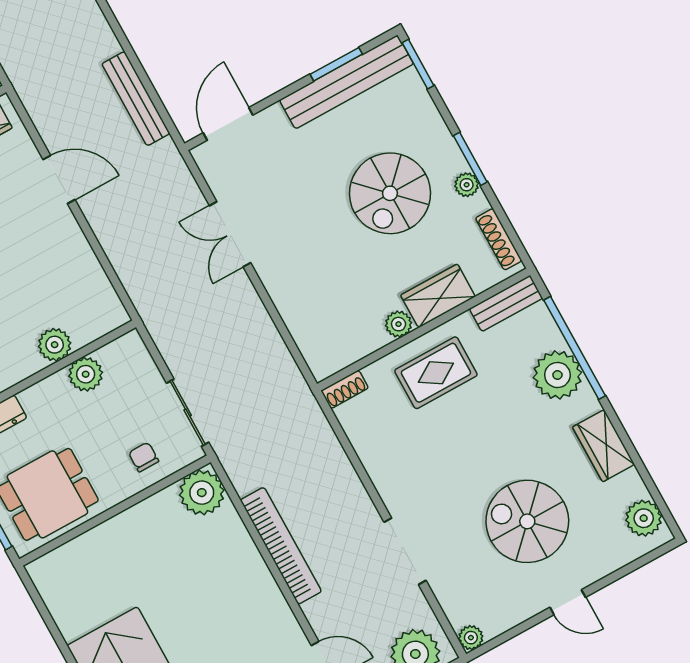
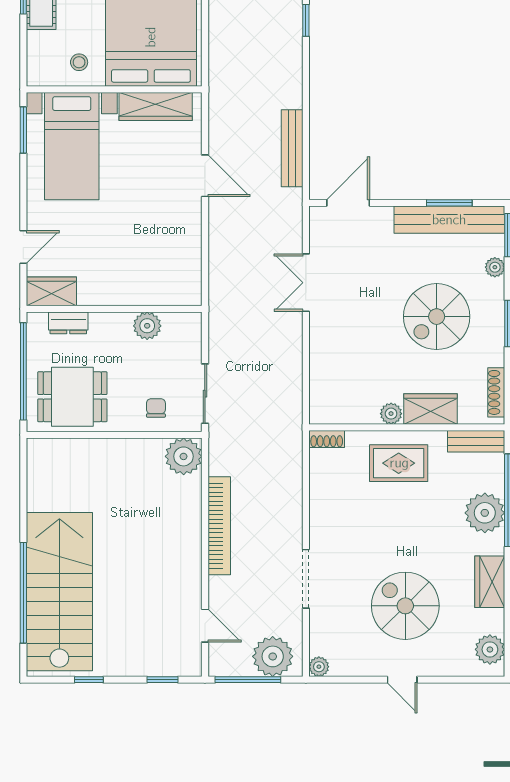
plant: (467, 185) -> (495, 267), moved
plant: (55, 345) -> (137, 292), removed

